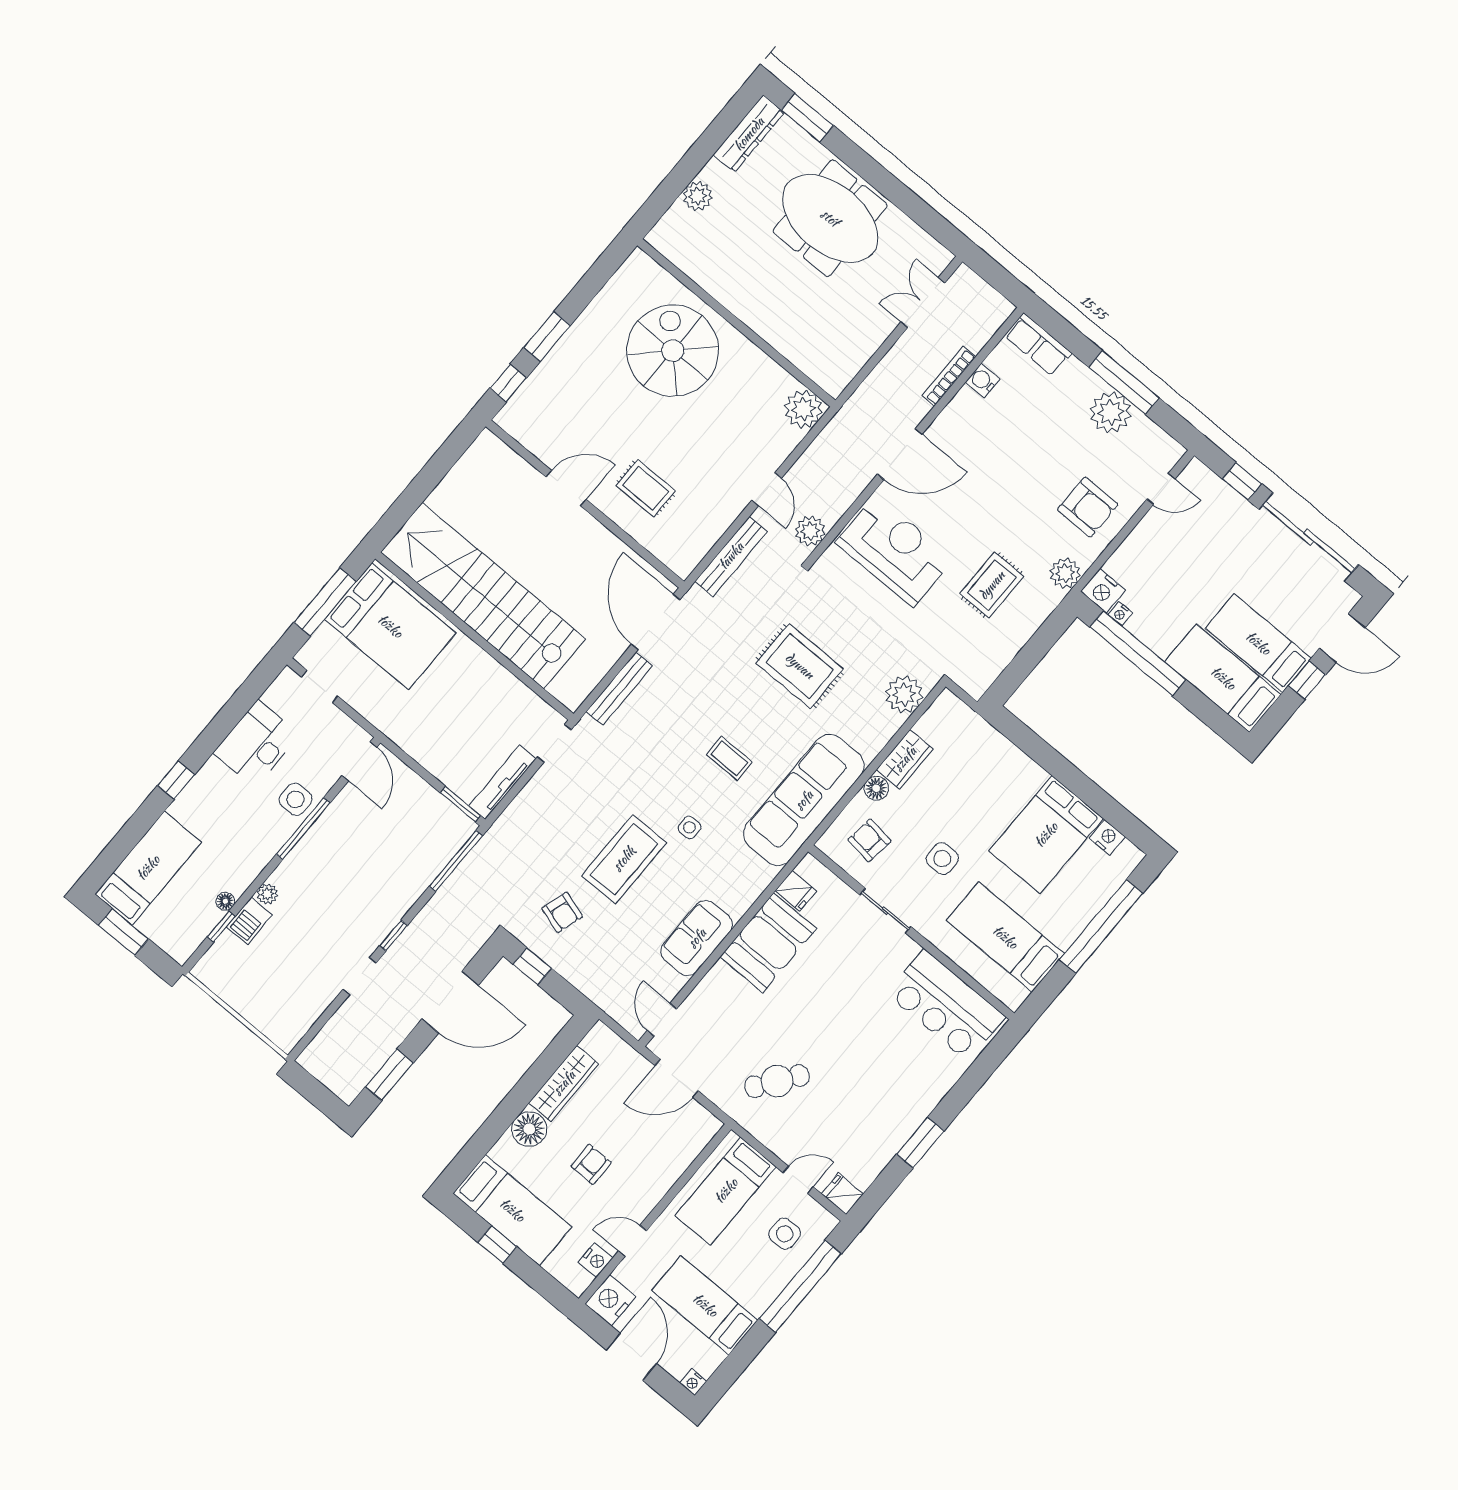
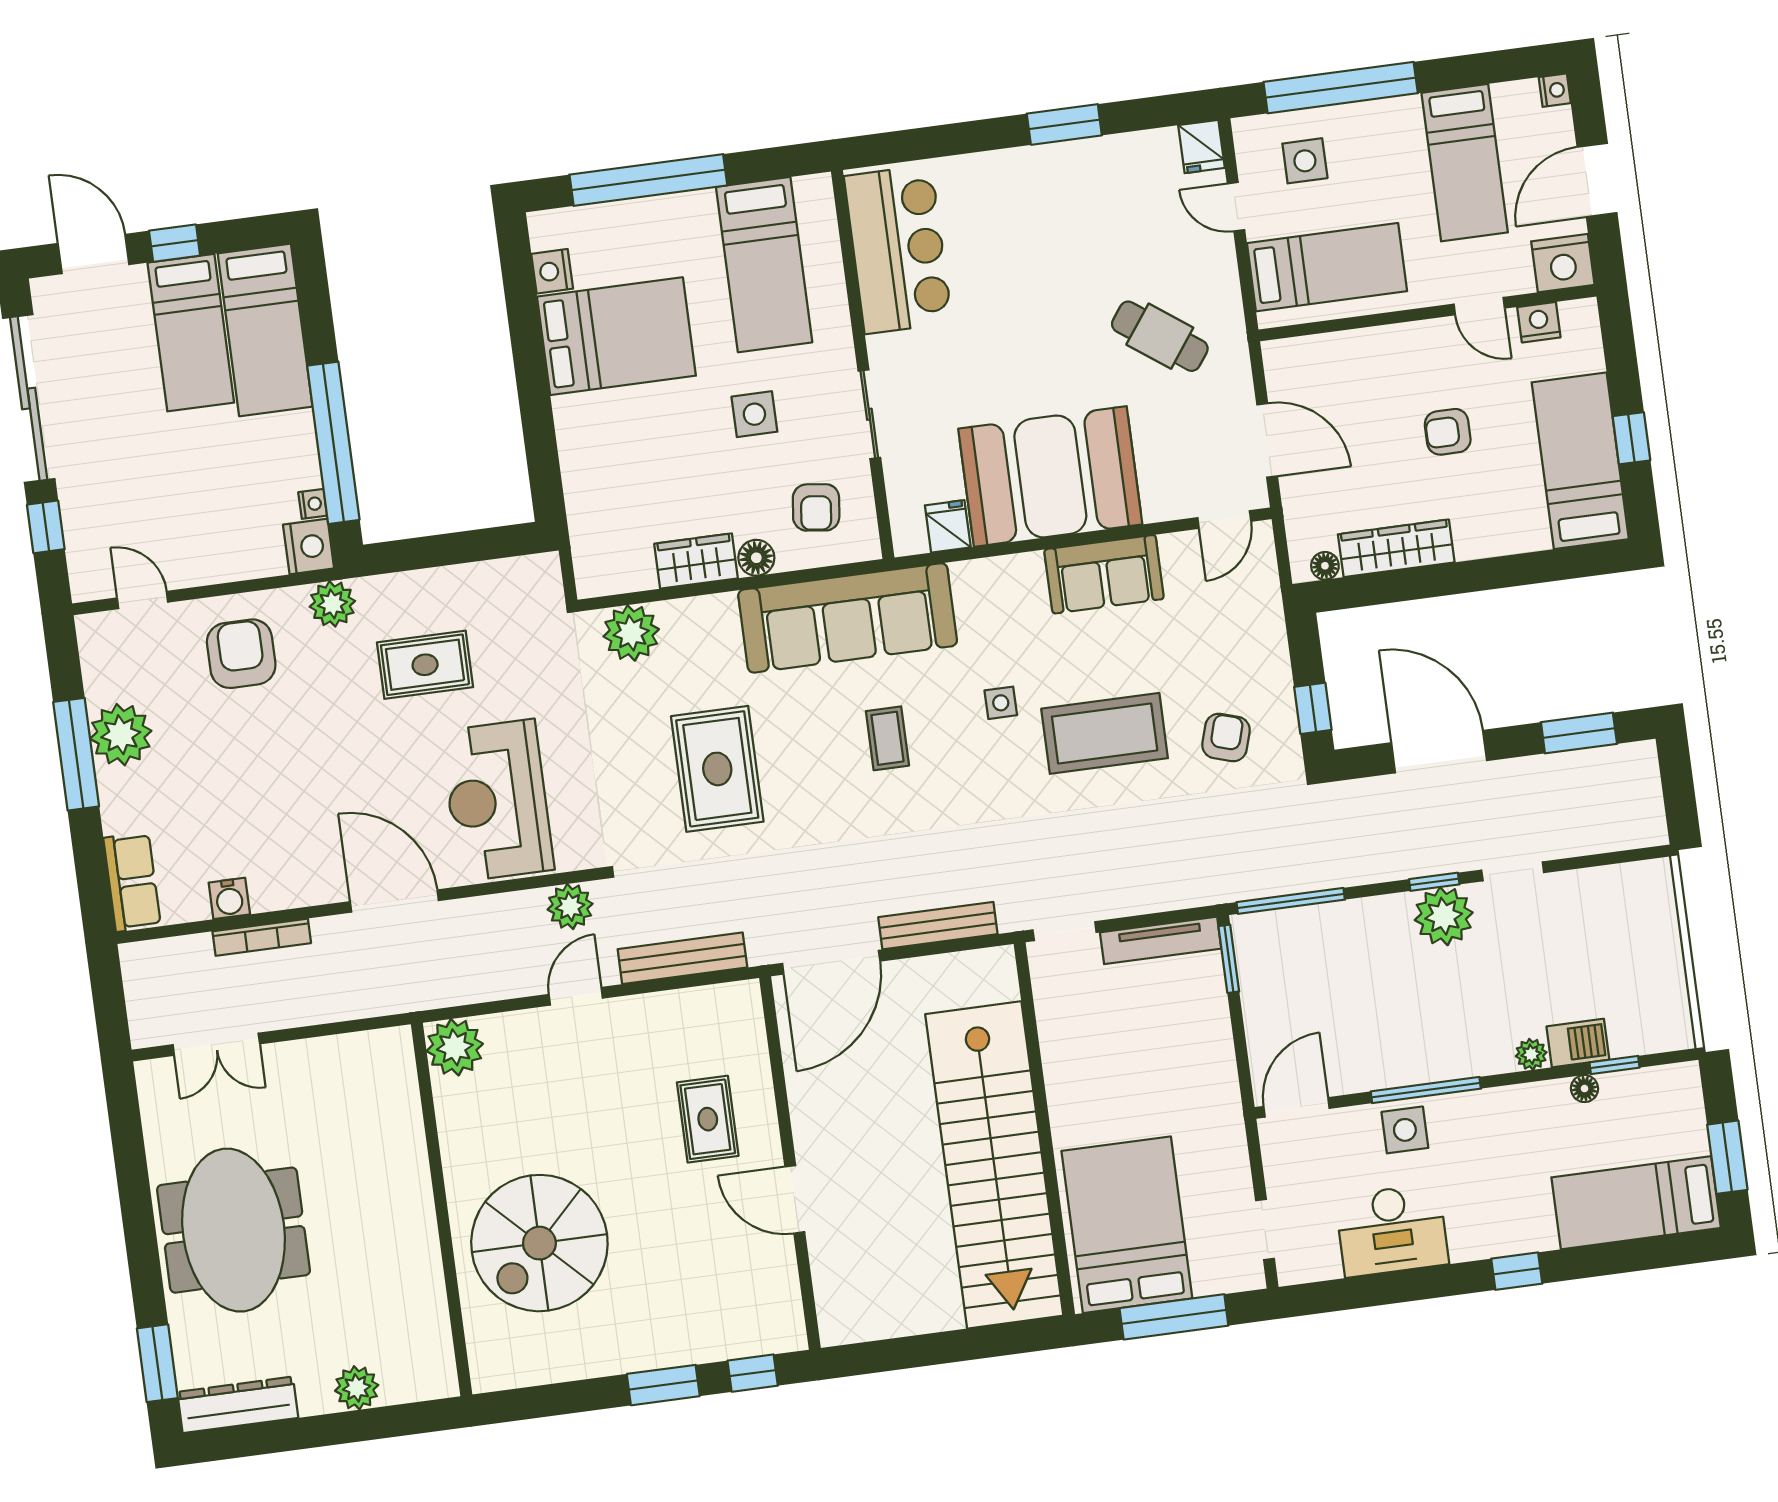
plant: (373, 923) -> (1444, 916), added
booth: (768, 943) -> (1050, 476), width x1.36, depth x1.42
floor lamp: (529, 1129) -> (1325, 566), moved, width x0.53, depth x0.53

